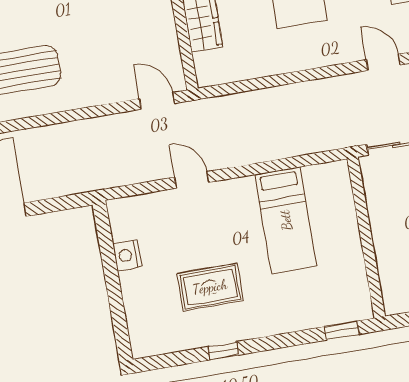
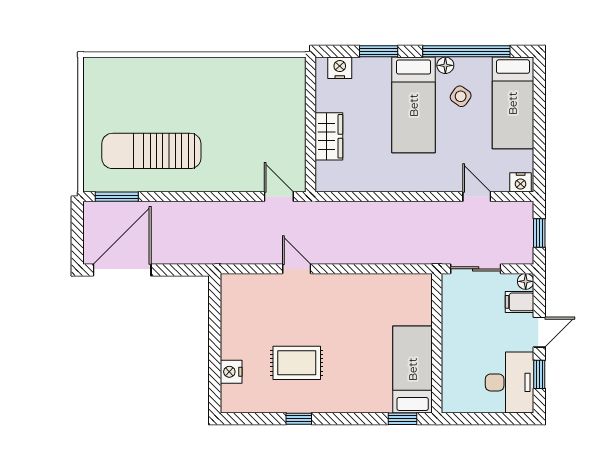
bed: (286, 220) -> (413, 369), moved, turned 180
nightstand: (127, 255) -> (231, 372), moved

